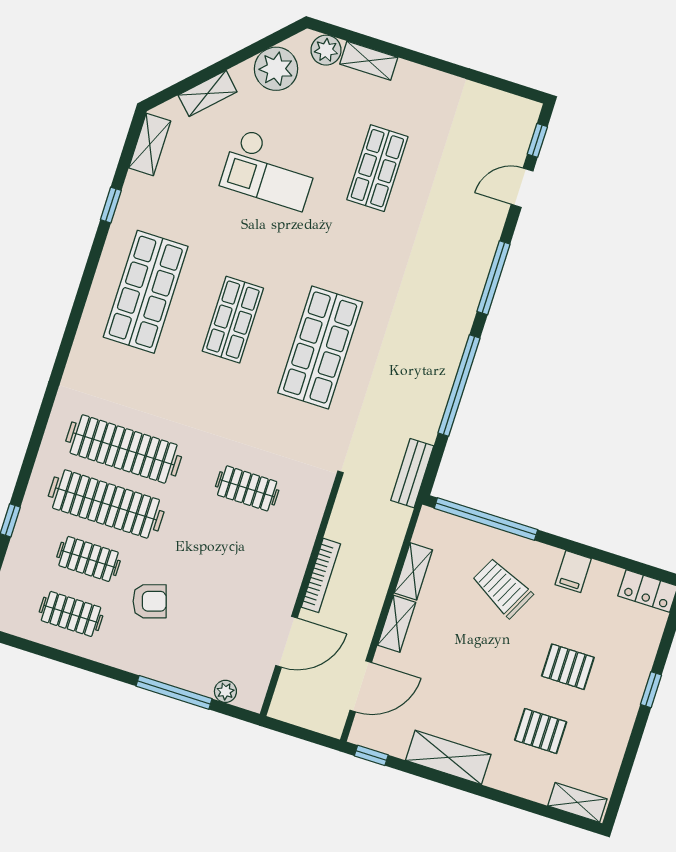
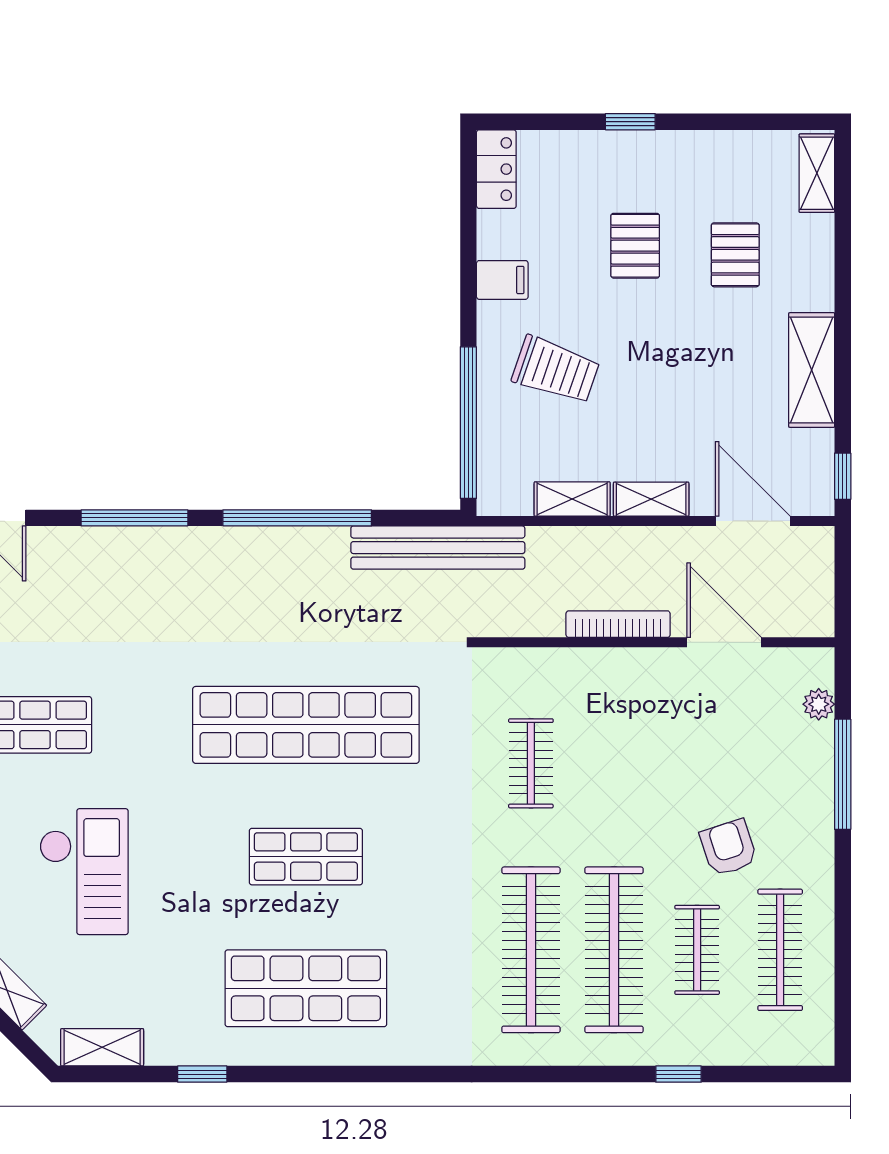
shop shelf: (320, 347) -> (306, 725), width x1.40
bench: (412, 473) -> (438, 548), width x1.86, depth x1.21
trolley: (502, 588) -> (556, 370), turned -98
clothes rail: (71, 614) -> (780, 950), width x1.36

